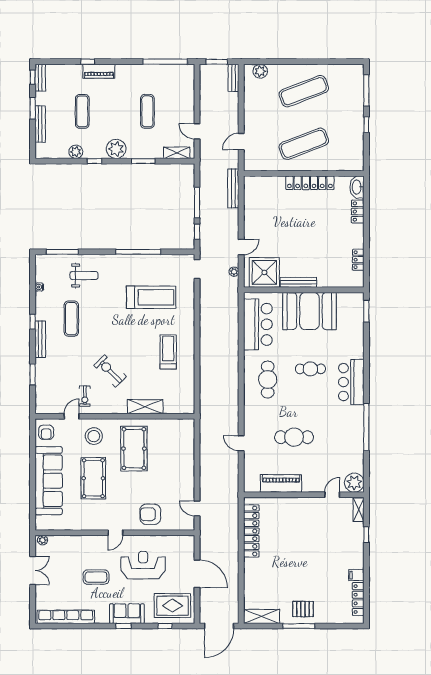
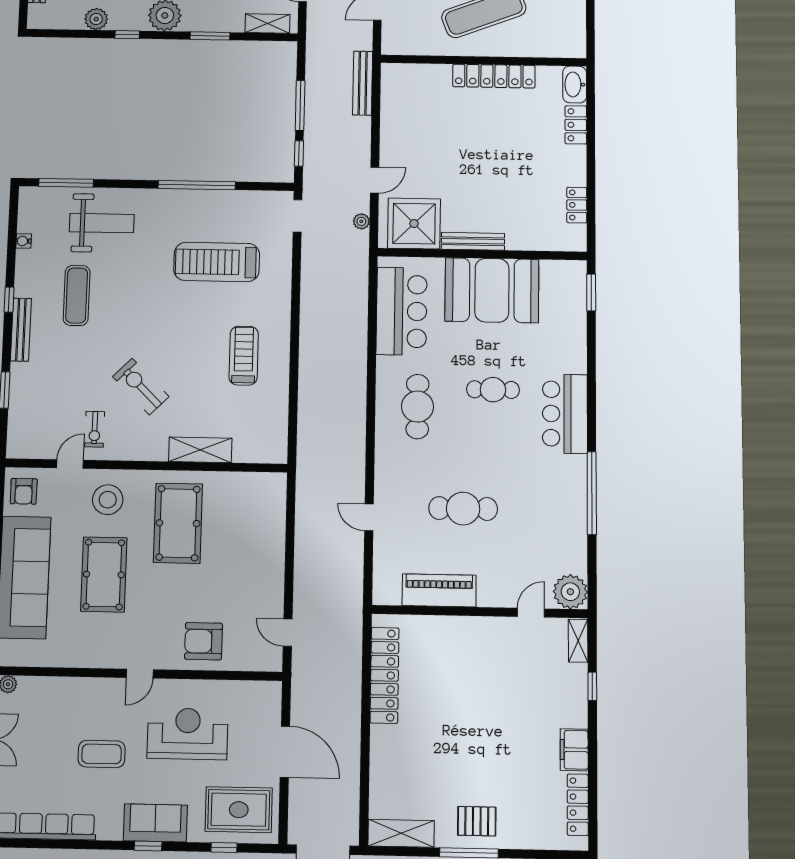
weight bench: (84, 276) -> (102, 223), width x1.36, depth x1.33
treadmill: (151, 297) -> (217, 262), turned 180
filing cabinet: (356, 575) -> (574, 750), width x2.00

